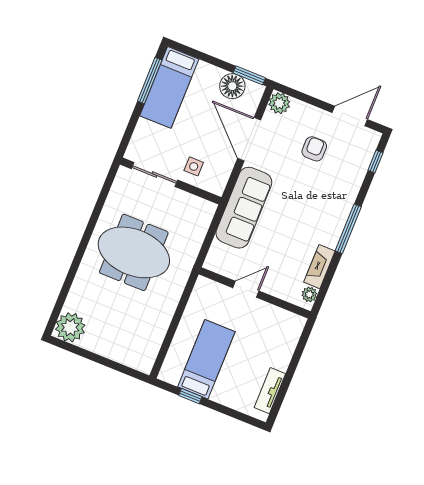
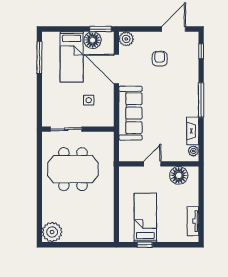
bed: (169, 87) -> (72, 57), moved
sliding door: (154, 174) -> (66, 129), moved
wall: (171, 181) -> (78, 129), moved
floor lamp: (276, 320) -> (179, 175), added

